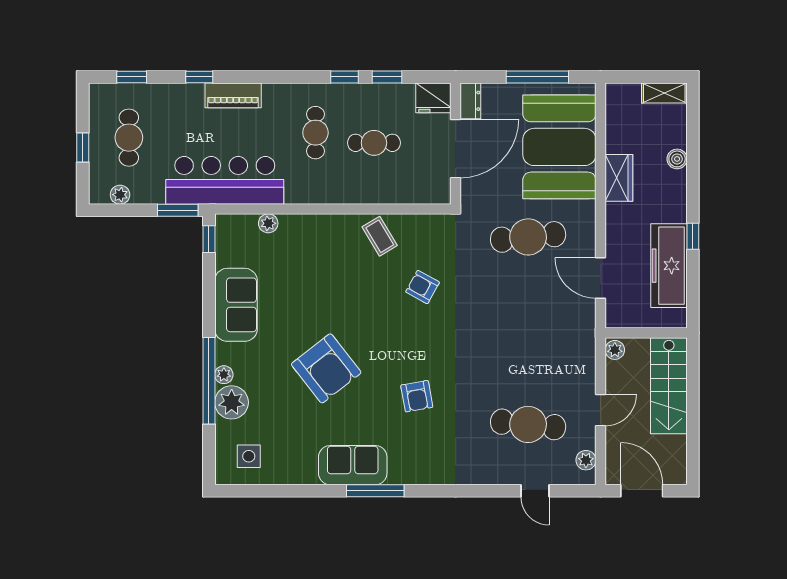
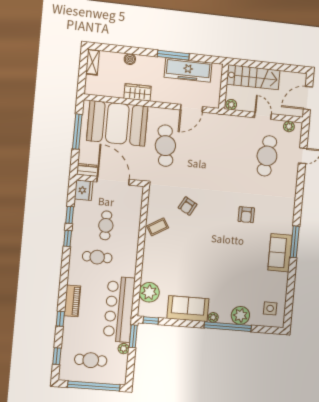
window: (83, 147) -> (94, 386), width x3.17
plant: (120, 195) -> (124, 349), moved
plant: (268, 223) -> (149, 292), width x1.87, depth x1.87
window: (693, 236) -> (173, 55), width x2.17
armchair: (326, 368) -> (227, 262), removed
plant: (224, 375) -> (213, 317), moved
armchair: (417, 396) -> (246, 215), turned 100

